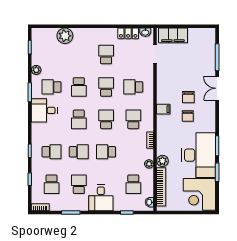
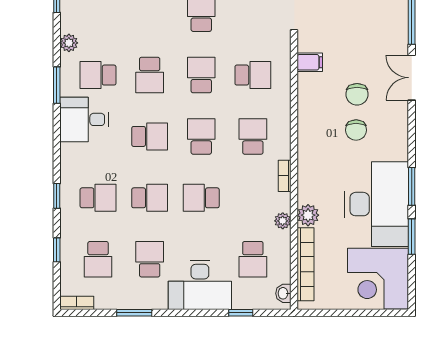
school desk: (133, 87) -> (253, 75), turned 180
filing cabinet: (163, 109) -> (310, 62), moved
school desk: (79, 119) -> (150, 136), turned -90
desk: (101, 198) -> (200, 285), width x1.37

